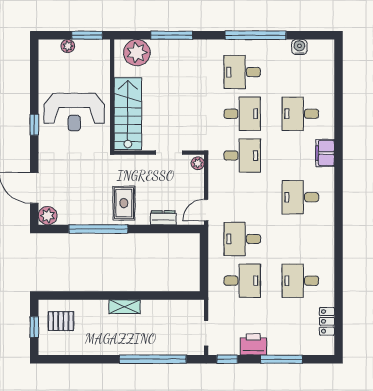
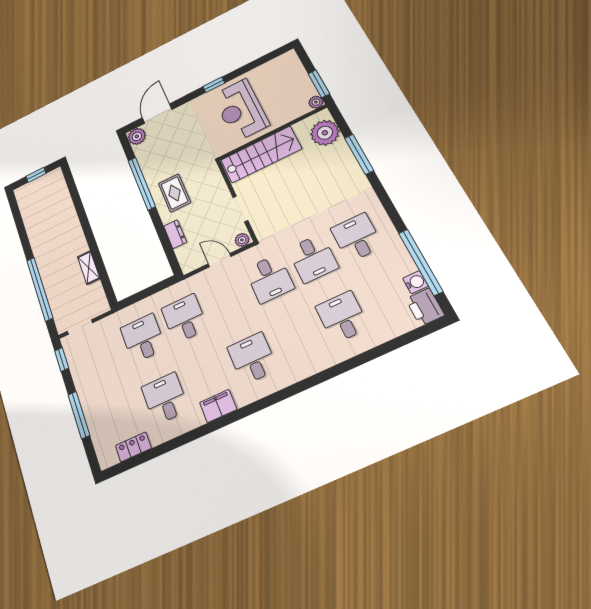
window: (256, 35) -> (420, 262), moved
plant: (68, 46) -> (316, 102), moved
filing cabinet: (325, 153) -> (218, 406), moved
rug: (124, 203) -> (174, 193), turned 90
door: (206, 210) -> (220, 260), moved
desk: (242, 281) -> (143, 338), turned 180
shelving: (125, 307) -> (89, 268), moved
pallet: (61, 321) -> (48, 194), removed
printer: (253, 344) -> (425, 307), moved, turned 180

